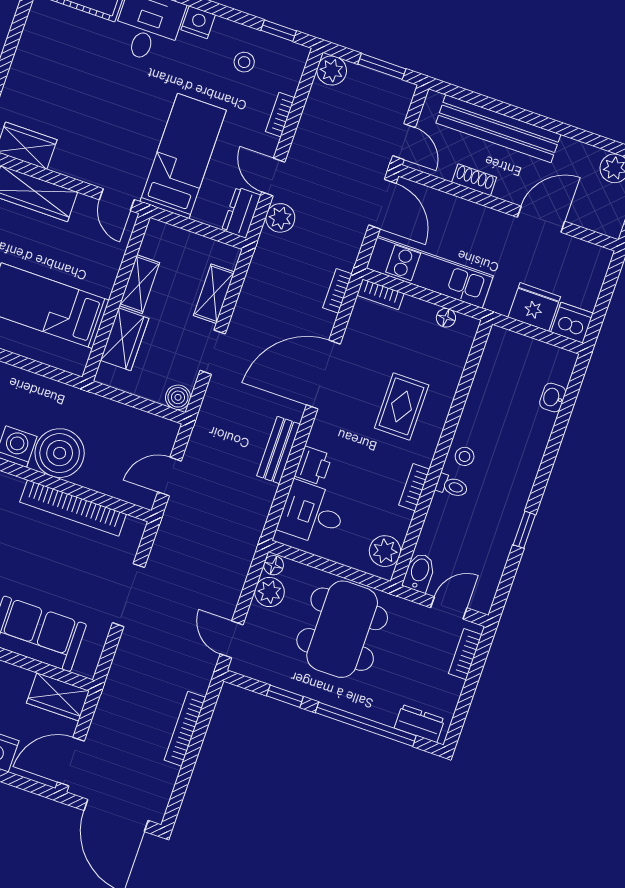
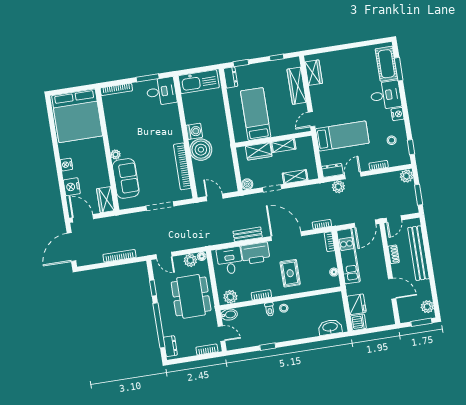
washbasin: (553, 398) -> (330, 327), width x1.91, depth x1.45
rug: (402, 406) -> (290, 273), turned 90
printer: (313, 466) -> (255, 253), width x1.87, depth x1.48
dining table: (342, 629) -> (191, 296), turned 90
door: (232, 639) -> (164, 255), swing flipped

